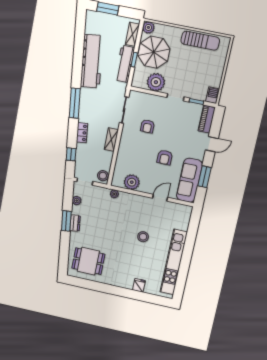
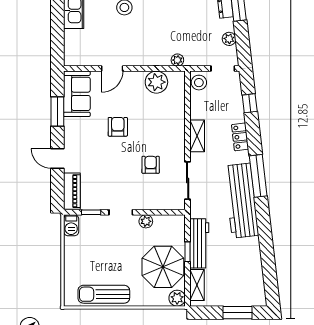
workbench: (92, 61) -> (241, 201), moved
plant: (156, 82) -> (146, 221), width x0.53, depth x0.53
door: (212, 144) -> (57, 159), hinge flipped
sofa: (189, 180) -> (77, 94), width x0.73

